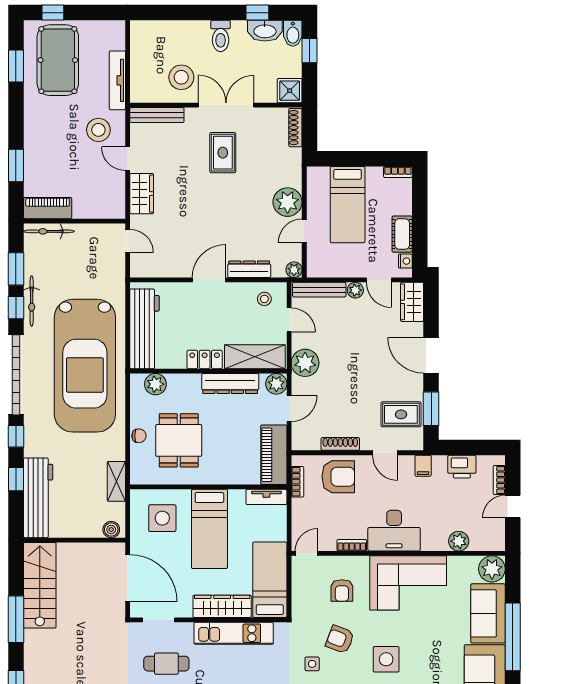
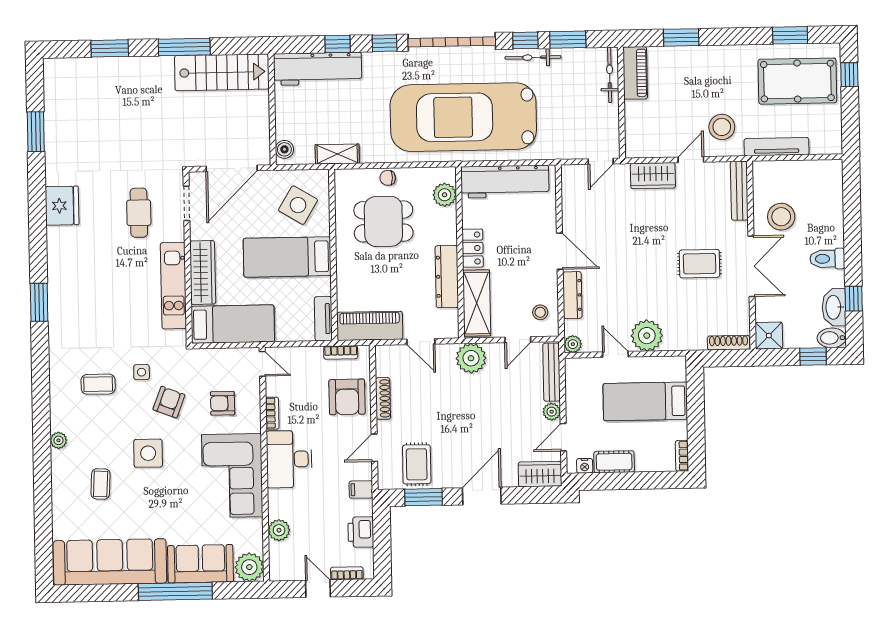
plant: (276, 384) -> (447, 327), removed
chair: (139, 436) -> (388, 178), turned 90
side table: (162, 518) -> (298, 205), turned 31

